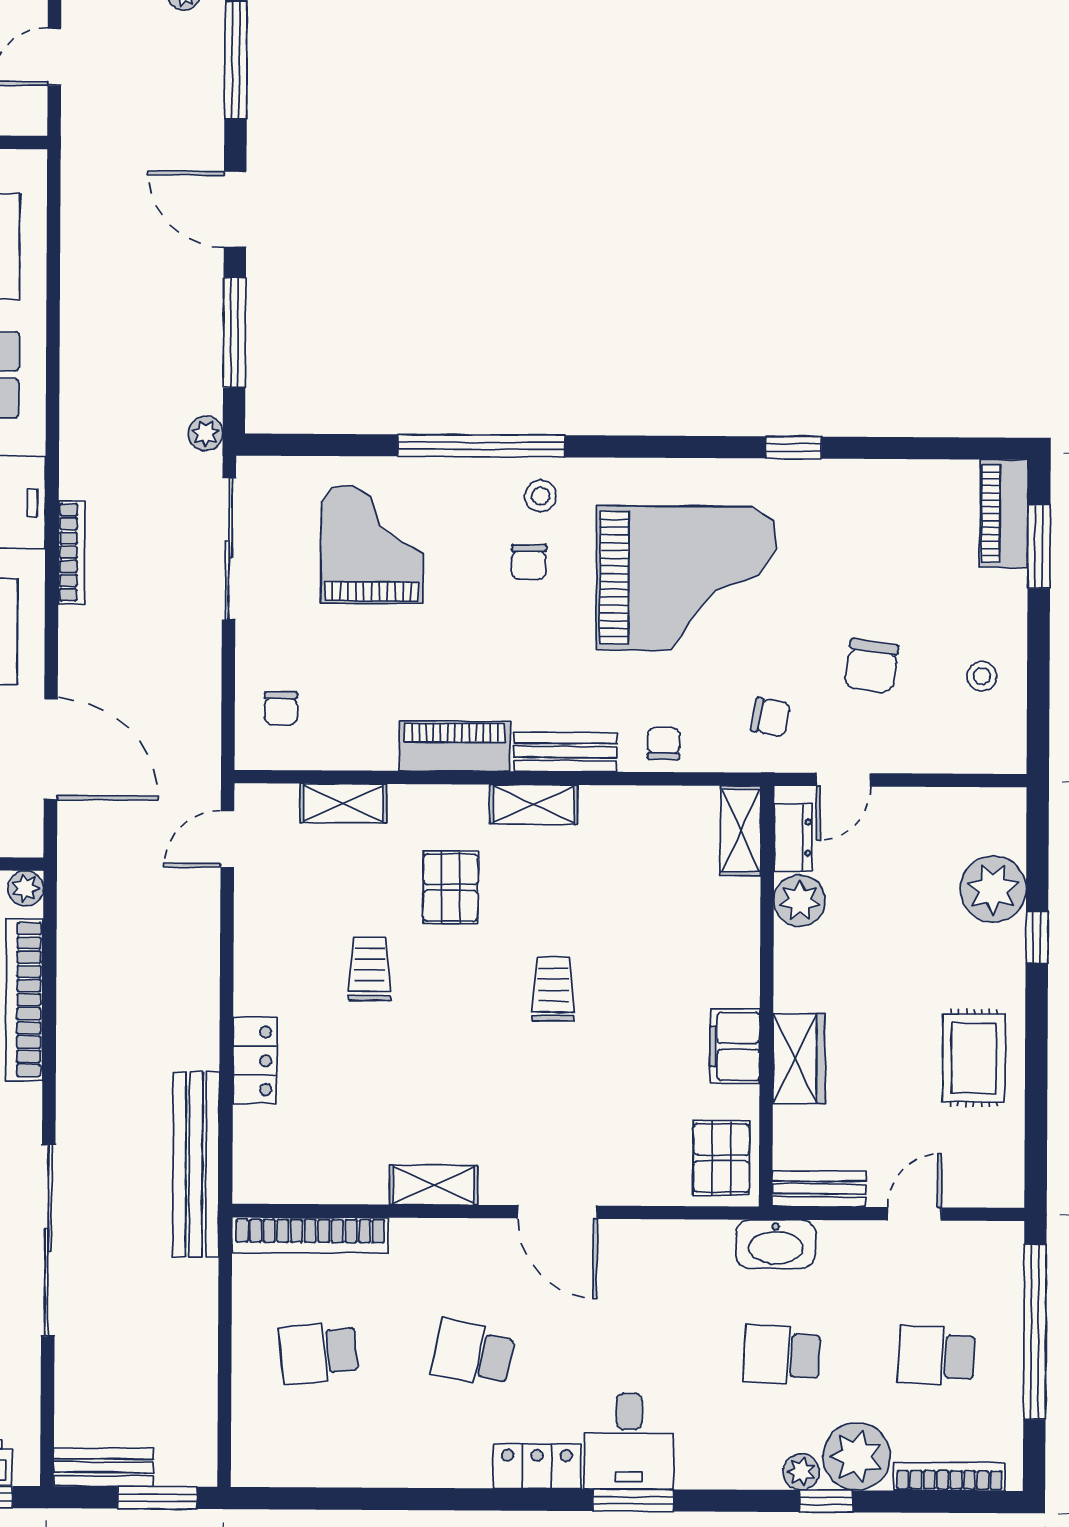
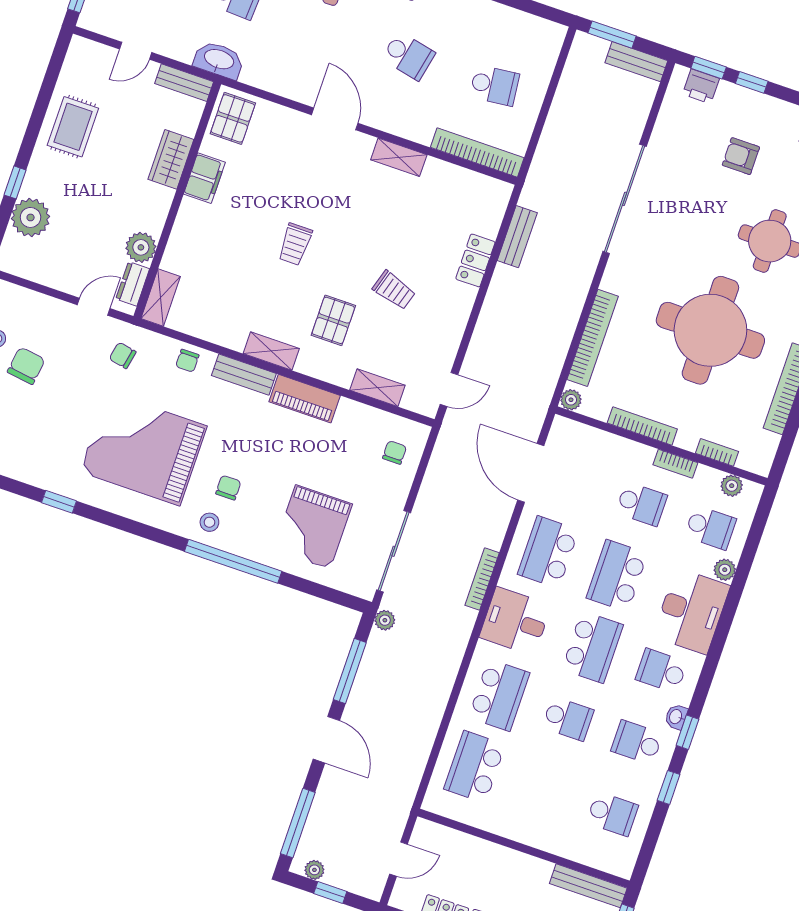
chair: (871, 666) -> (26, 366), moved
trolley: (370, 969) -> (394, 290), turned -73
bench: (196, 1165) -> (517, 237), width x0.54, depth x0.82

